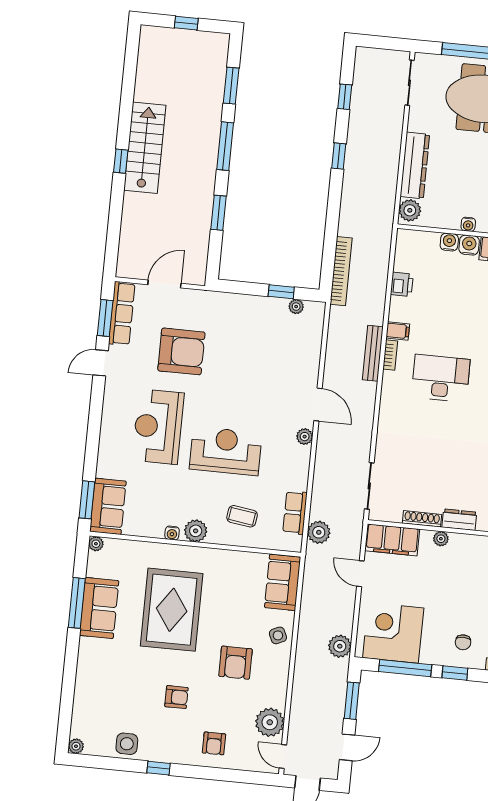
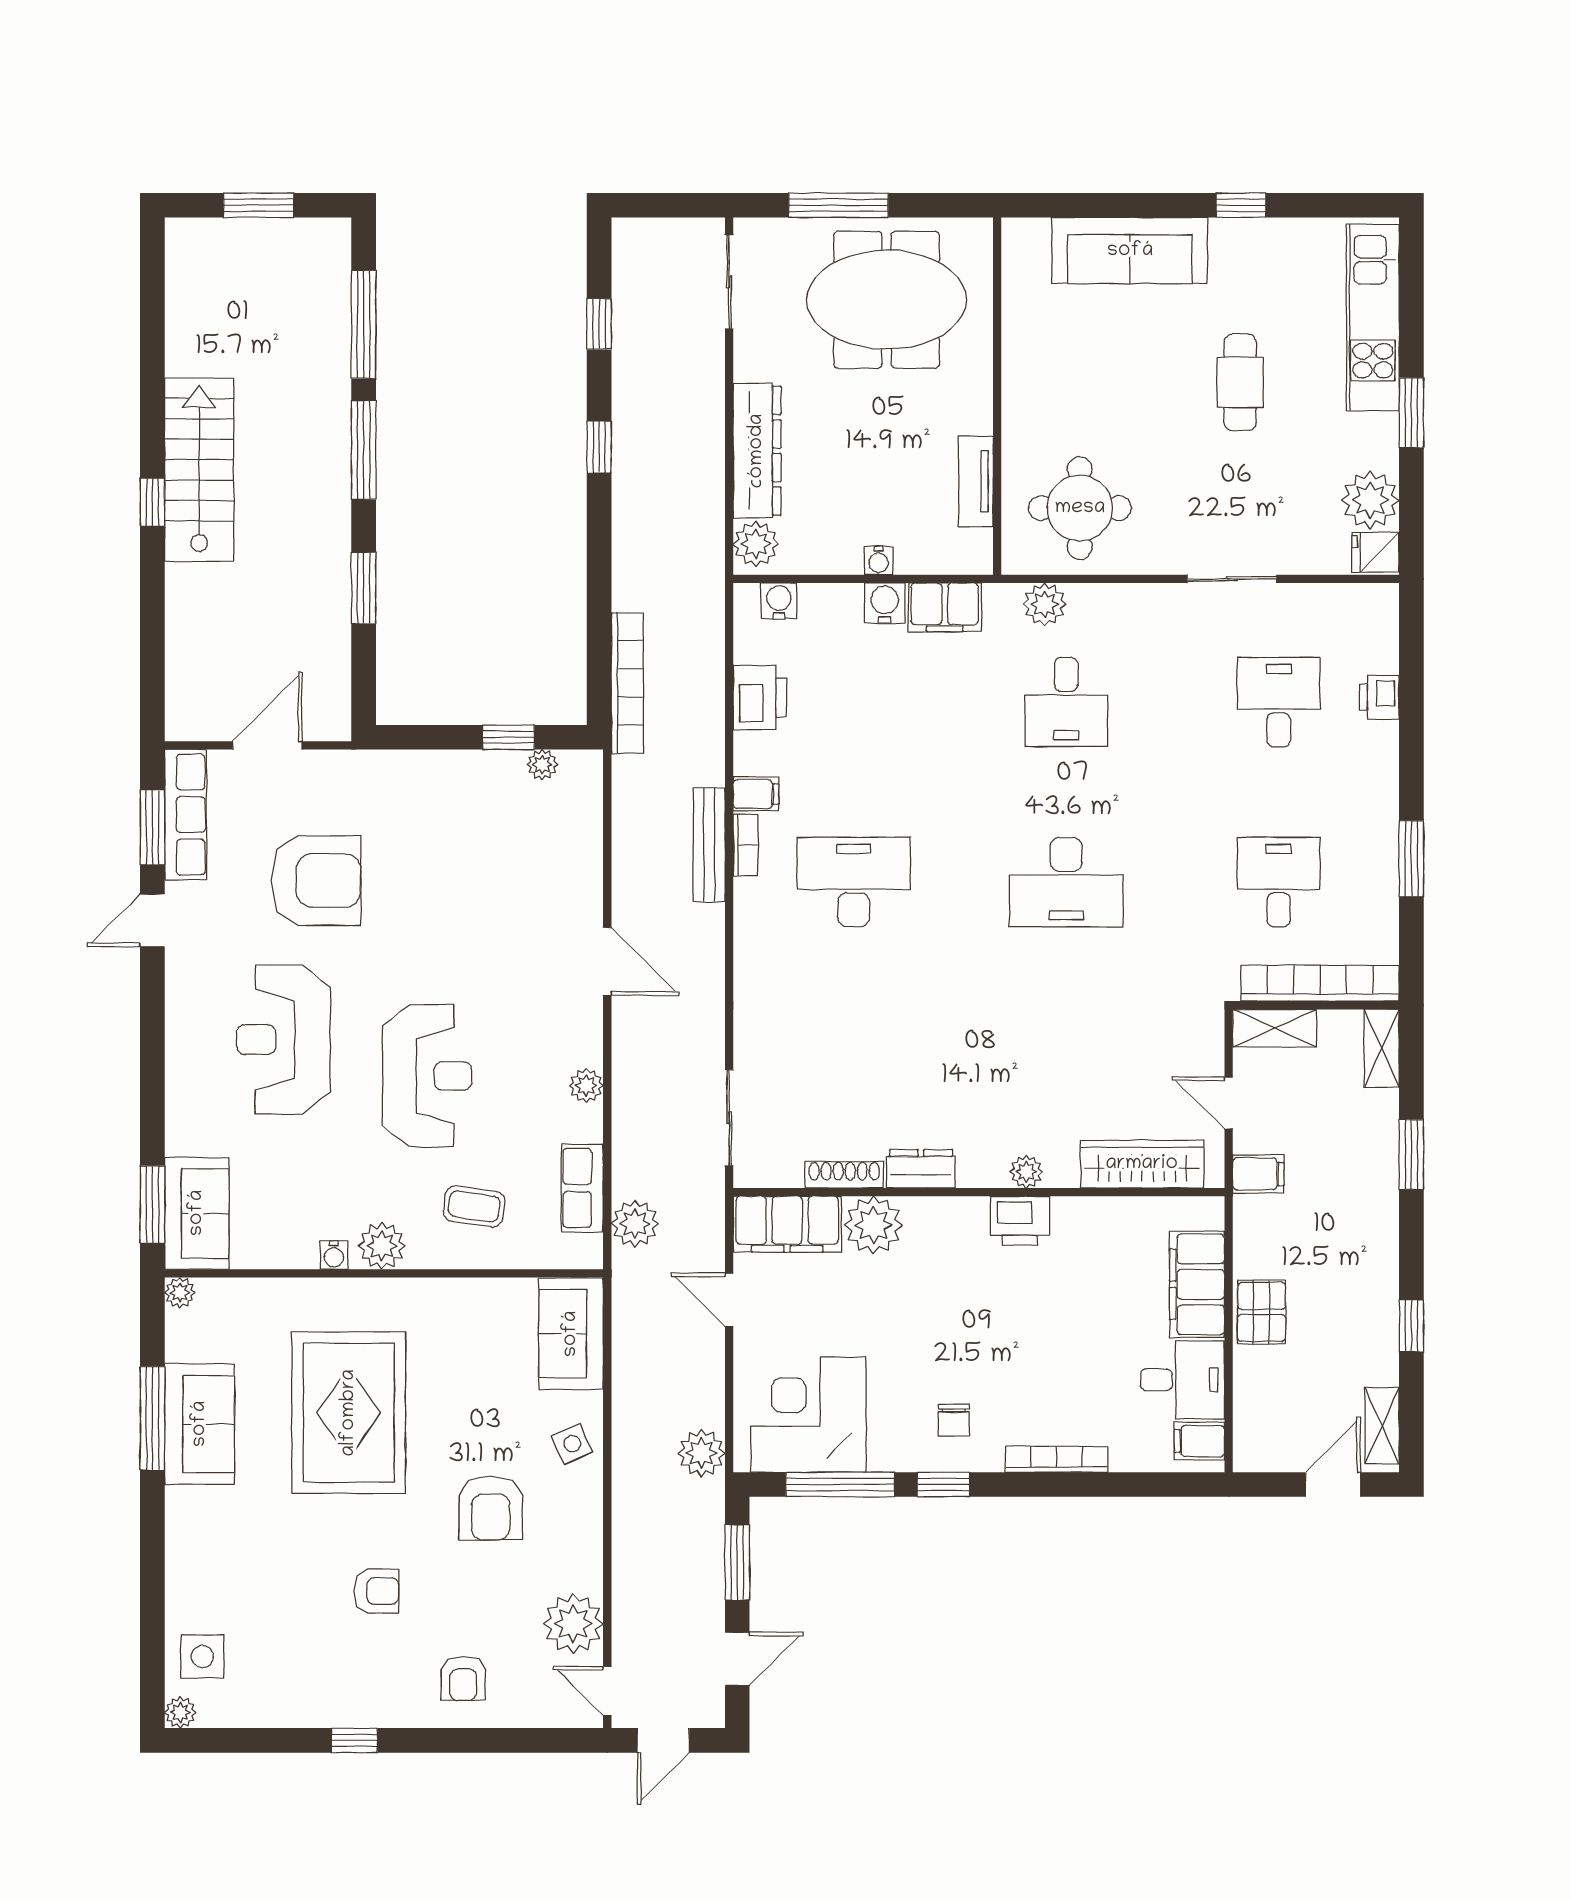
window: (186, 23) -> (259, 205), width x1.50
window: (231, 86) -> (364, 325), width x1.44
water cooler: (449, 242) -> (779, 601), moved
printer: (402, 284) -> (760, 697), width x1.36, depth x1.24
plant: (305, 437) -> (586, 1086), moved
reception desk: (226, 451) -> (427, 1076), turned 90
plant: (441, 539) -> (873, 1225), width x1.87, depth x1.87
side table: (127, 744) -> (202, 1656), moved

